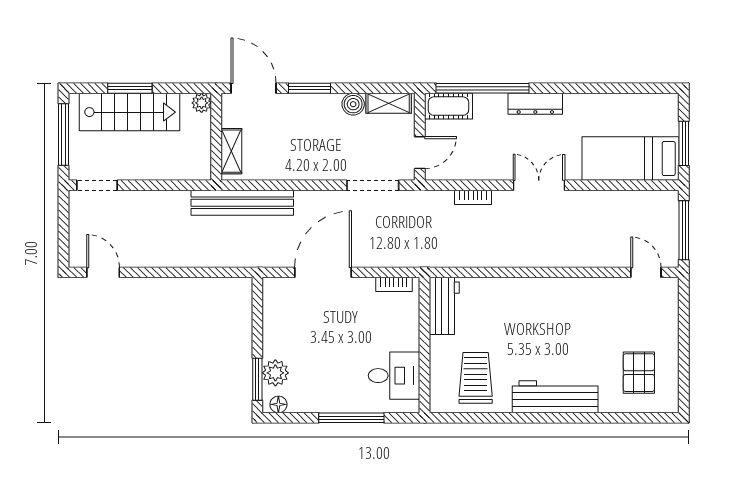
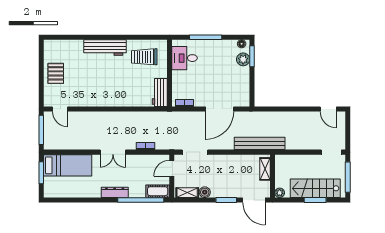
pallet: (639, 373) -> (56, 73), moved
trolley: (476, 378) -> (144, 57), turned 90

